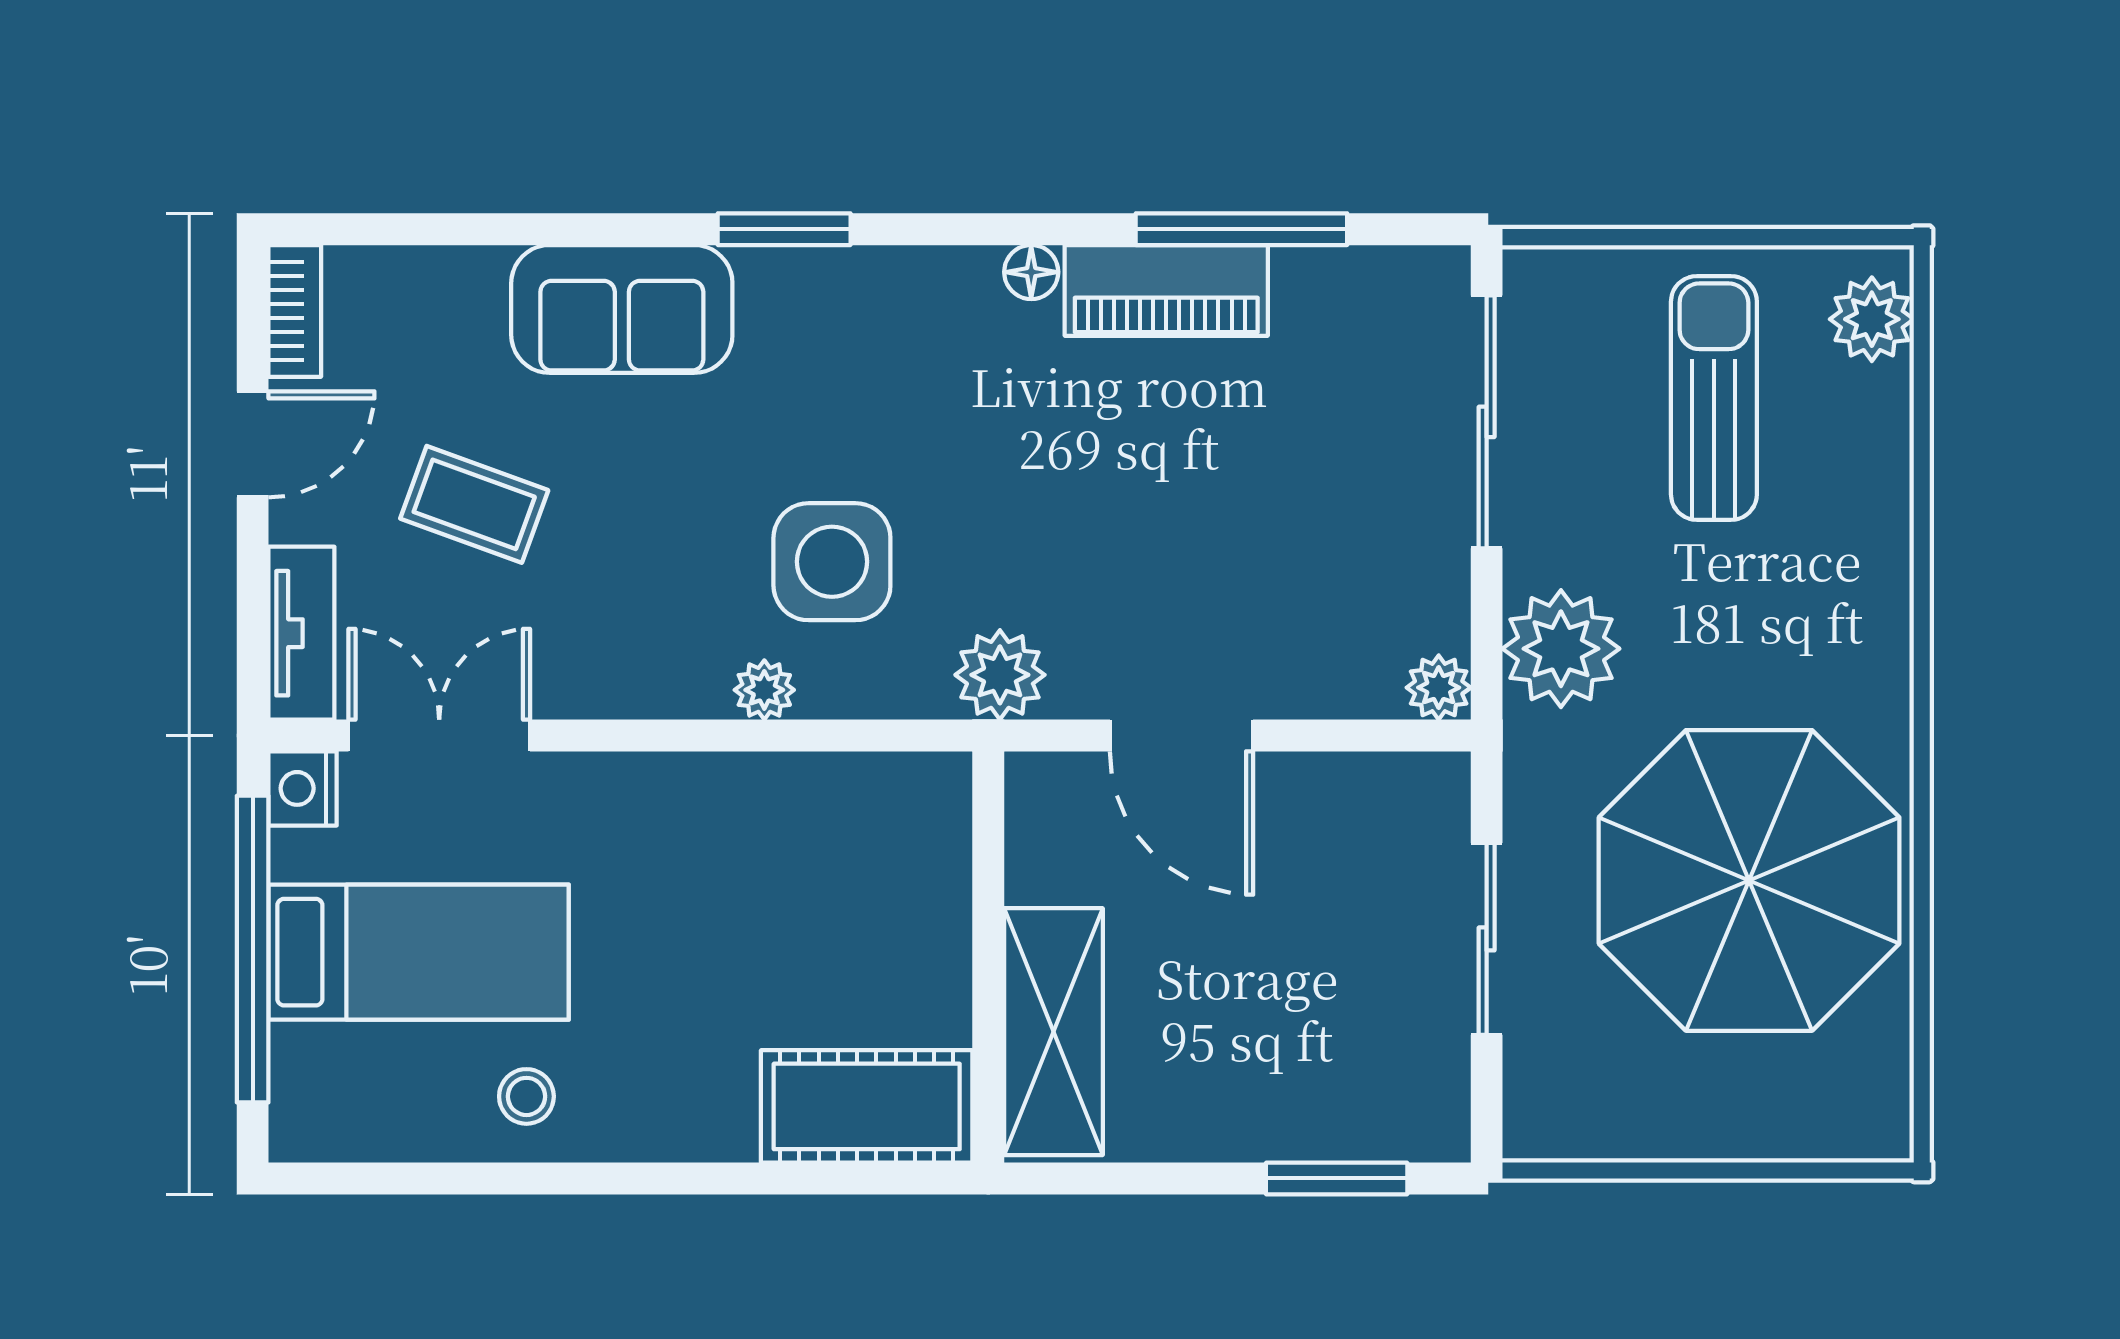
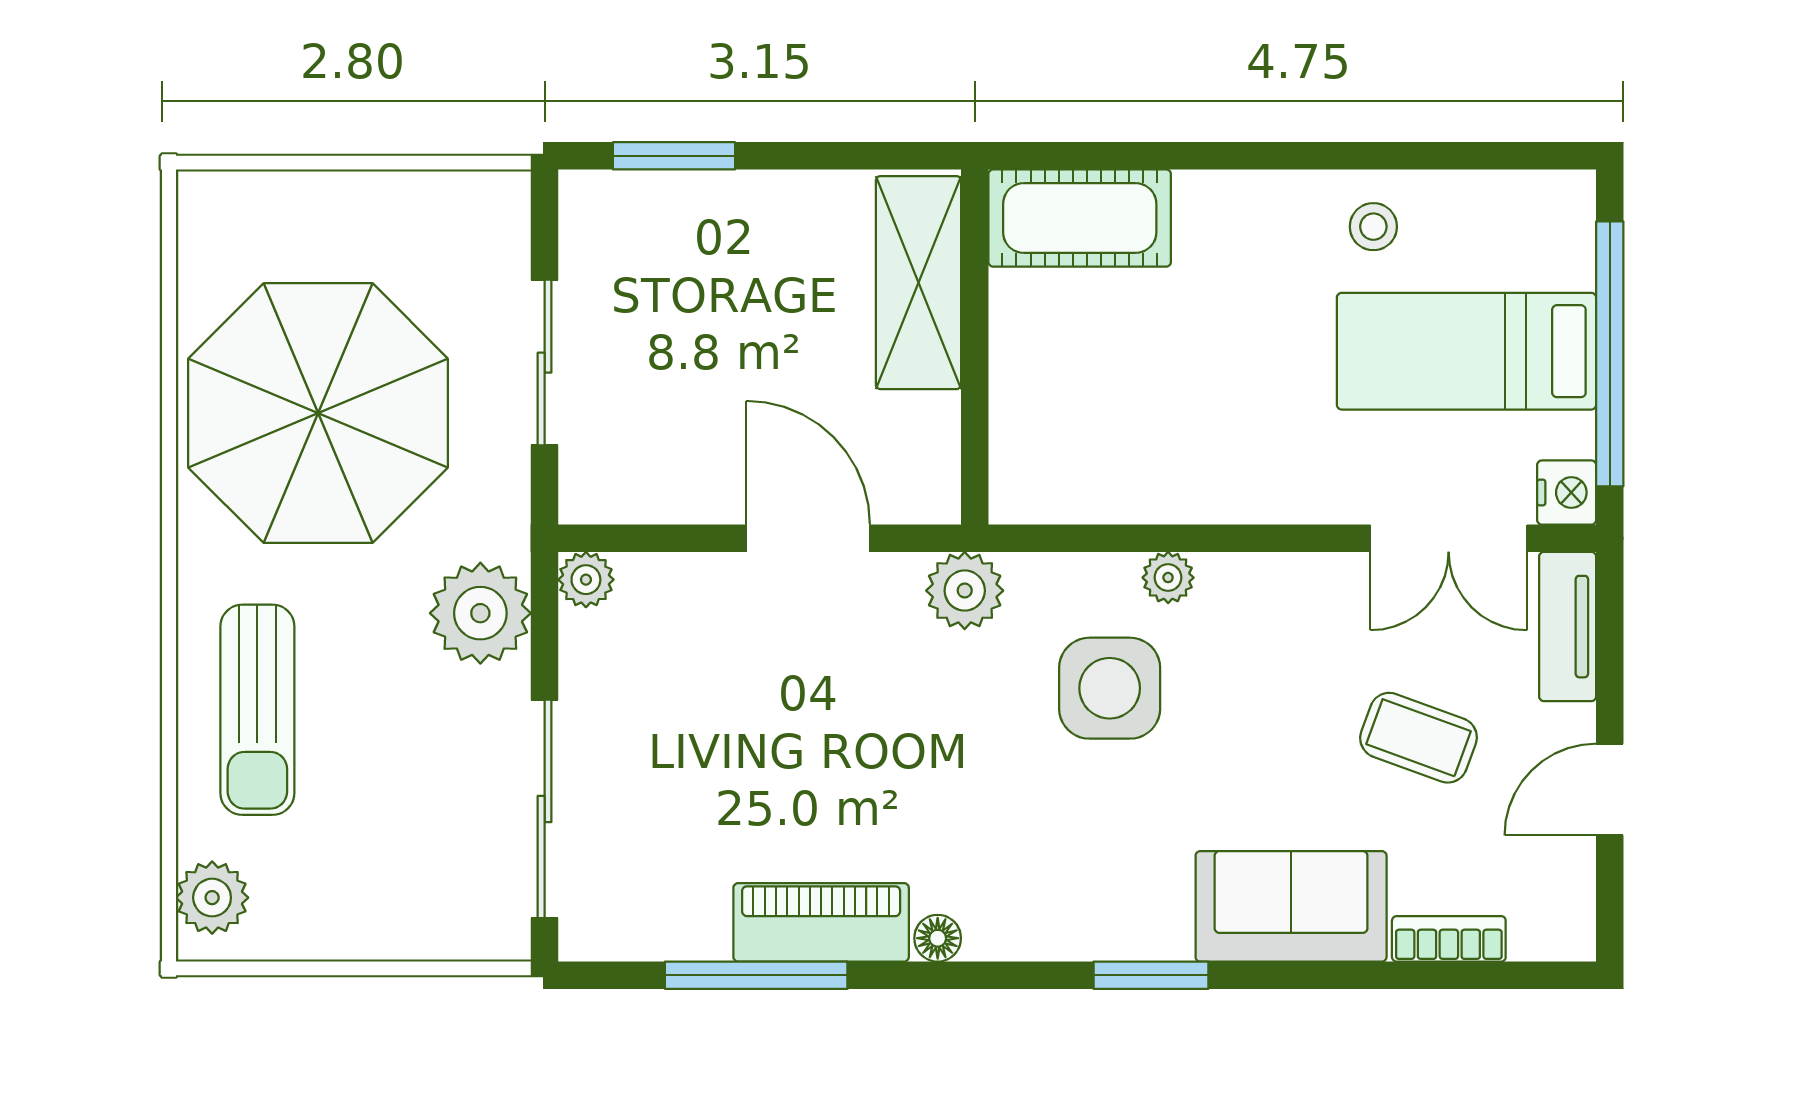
bookcase: (295, 311) -> (1449, 939), moved, turned 90
sun lounger: (1714, 398) -> (257, 710), moved

